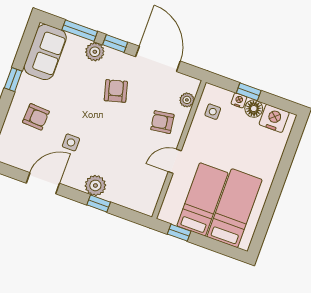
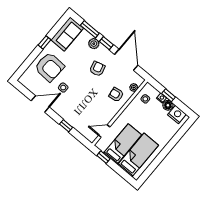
armchair: (36, 117) -> (49, 67), width x1.88, depth x1.88
door: (175, 161) -> (104, 131), moved
plant: (95, 185) -> (68, 115), removed

